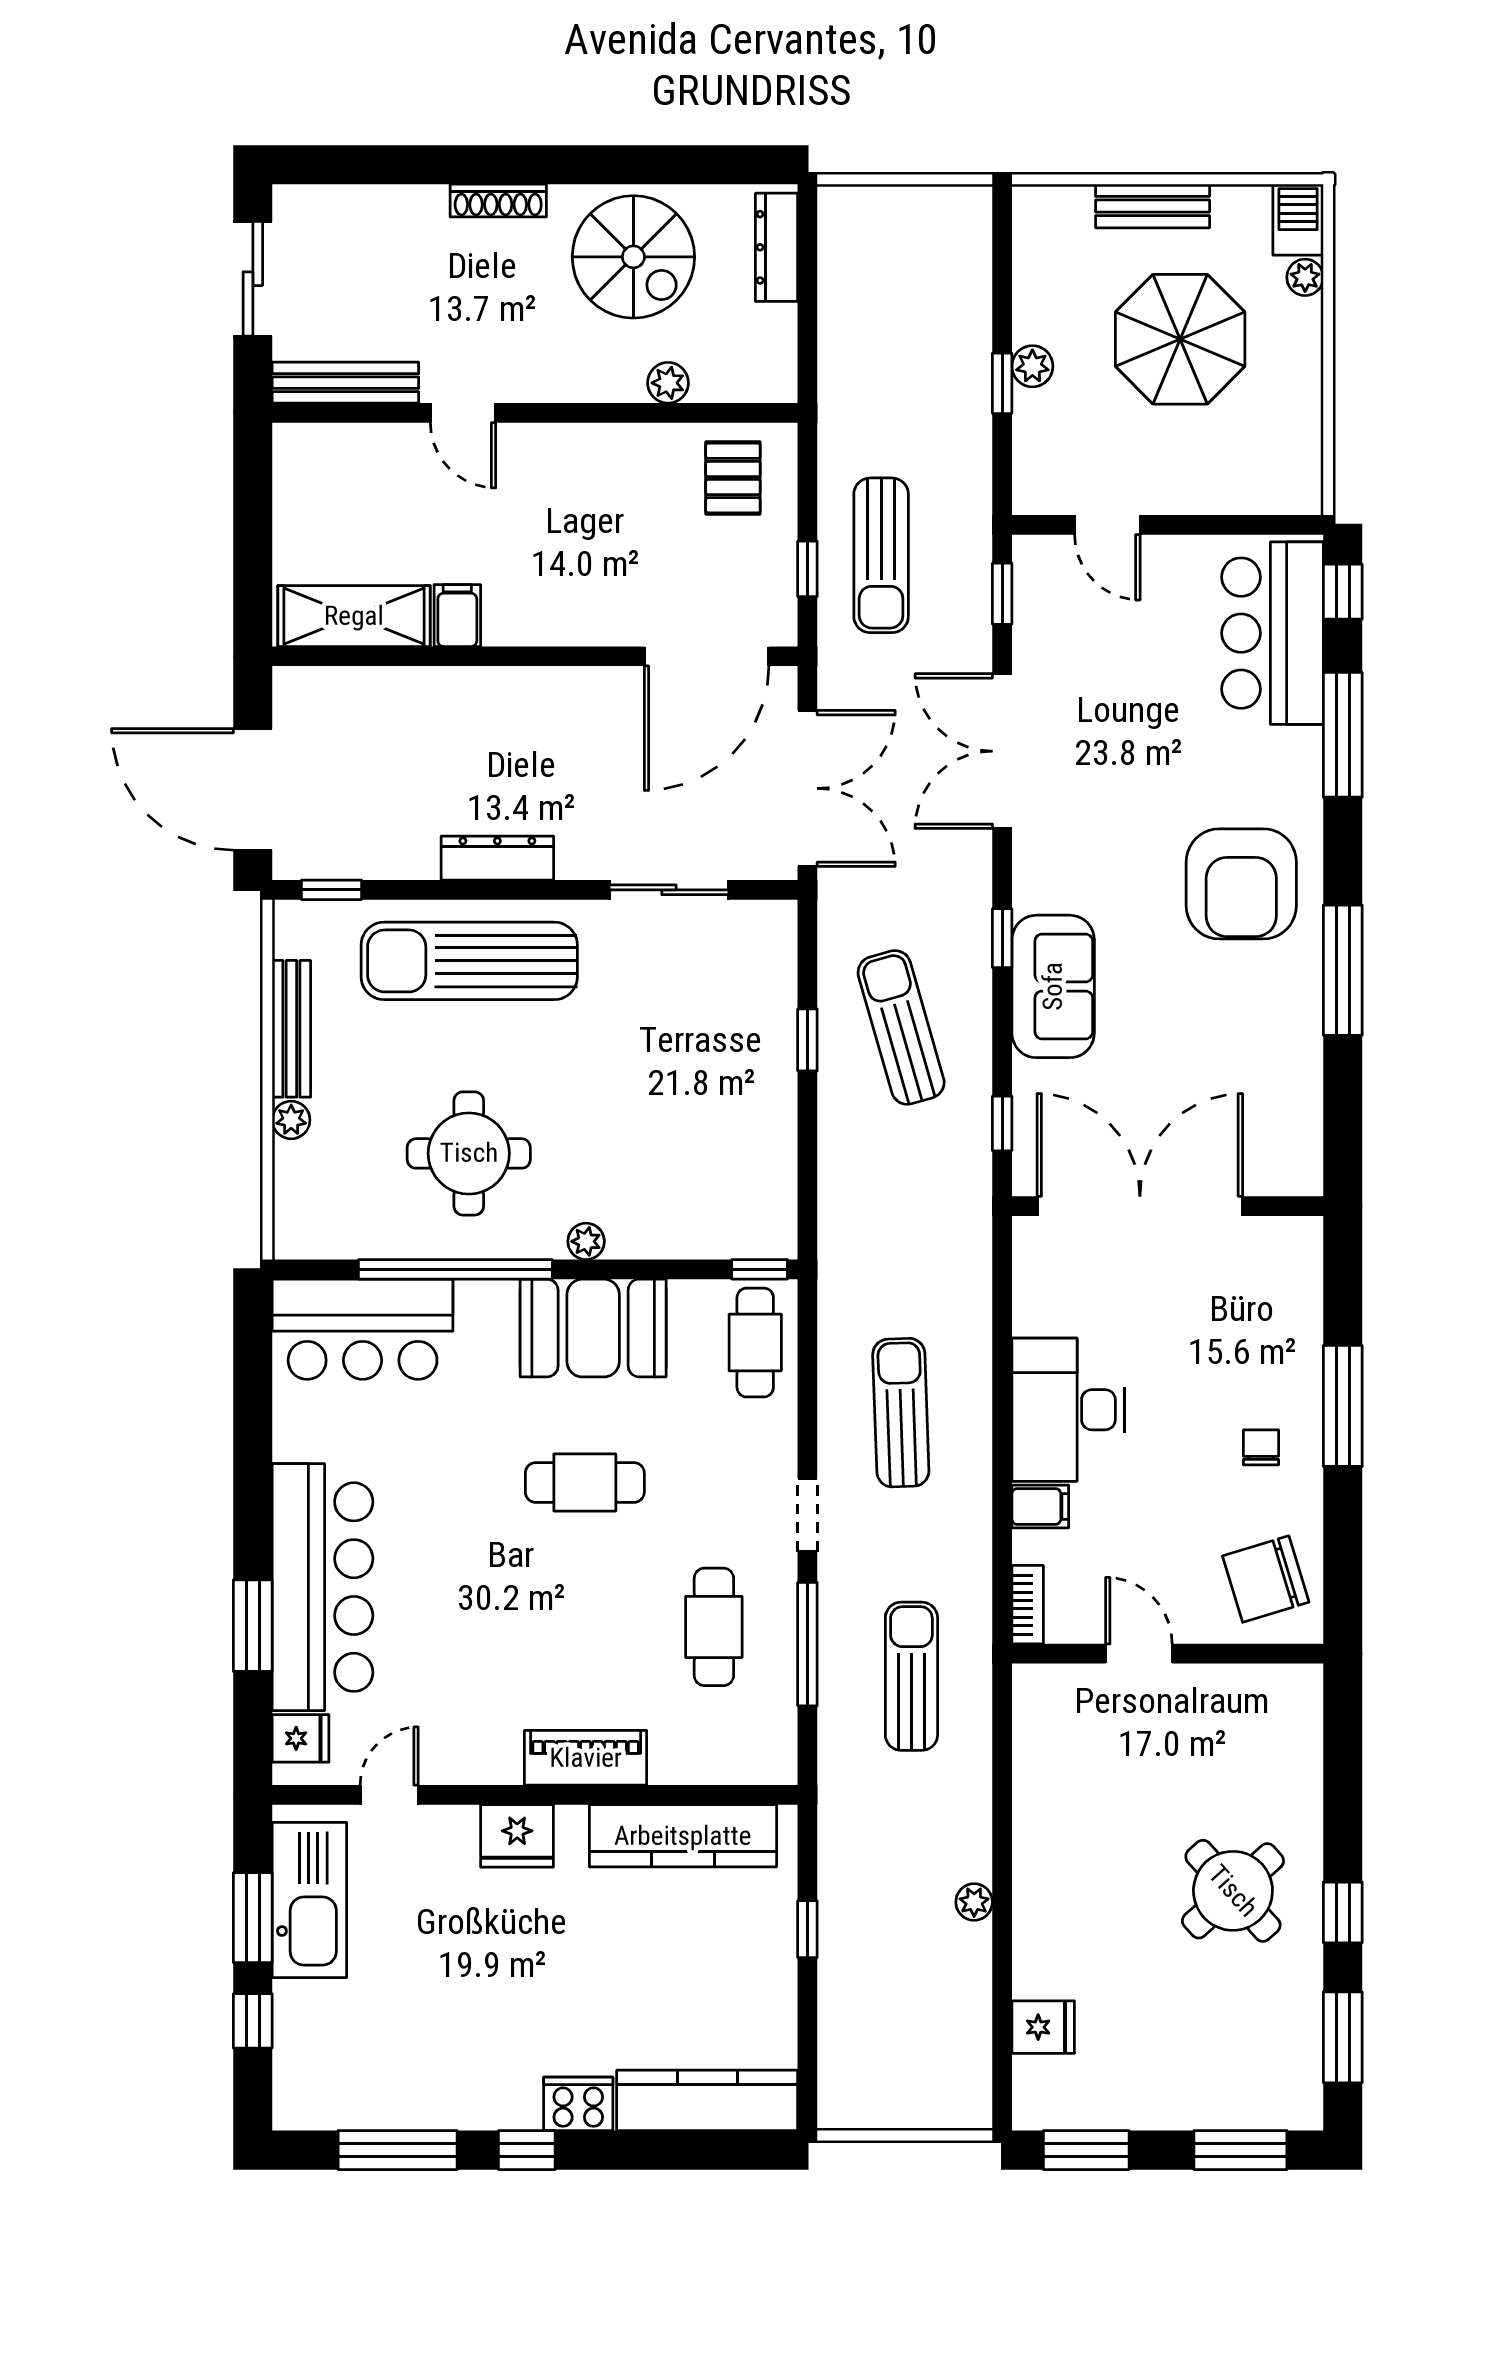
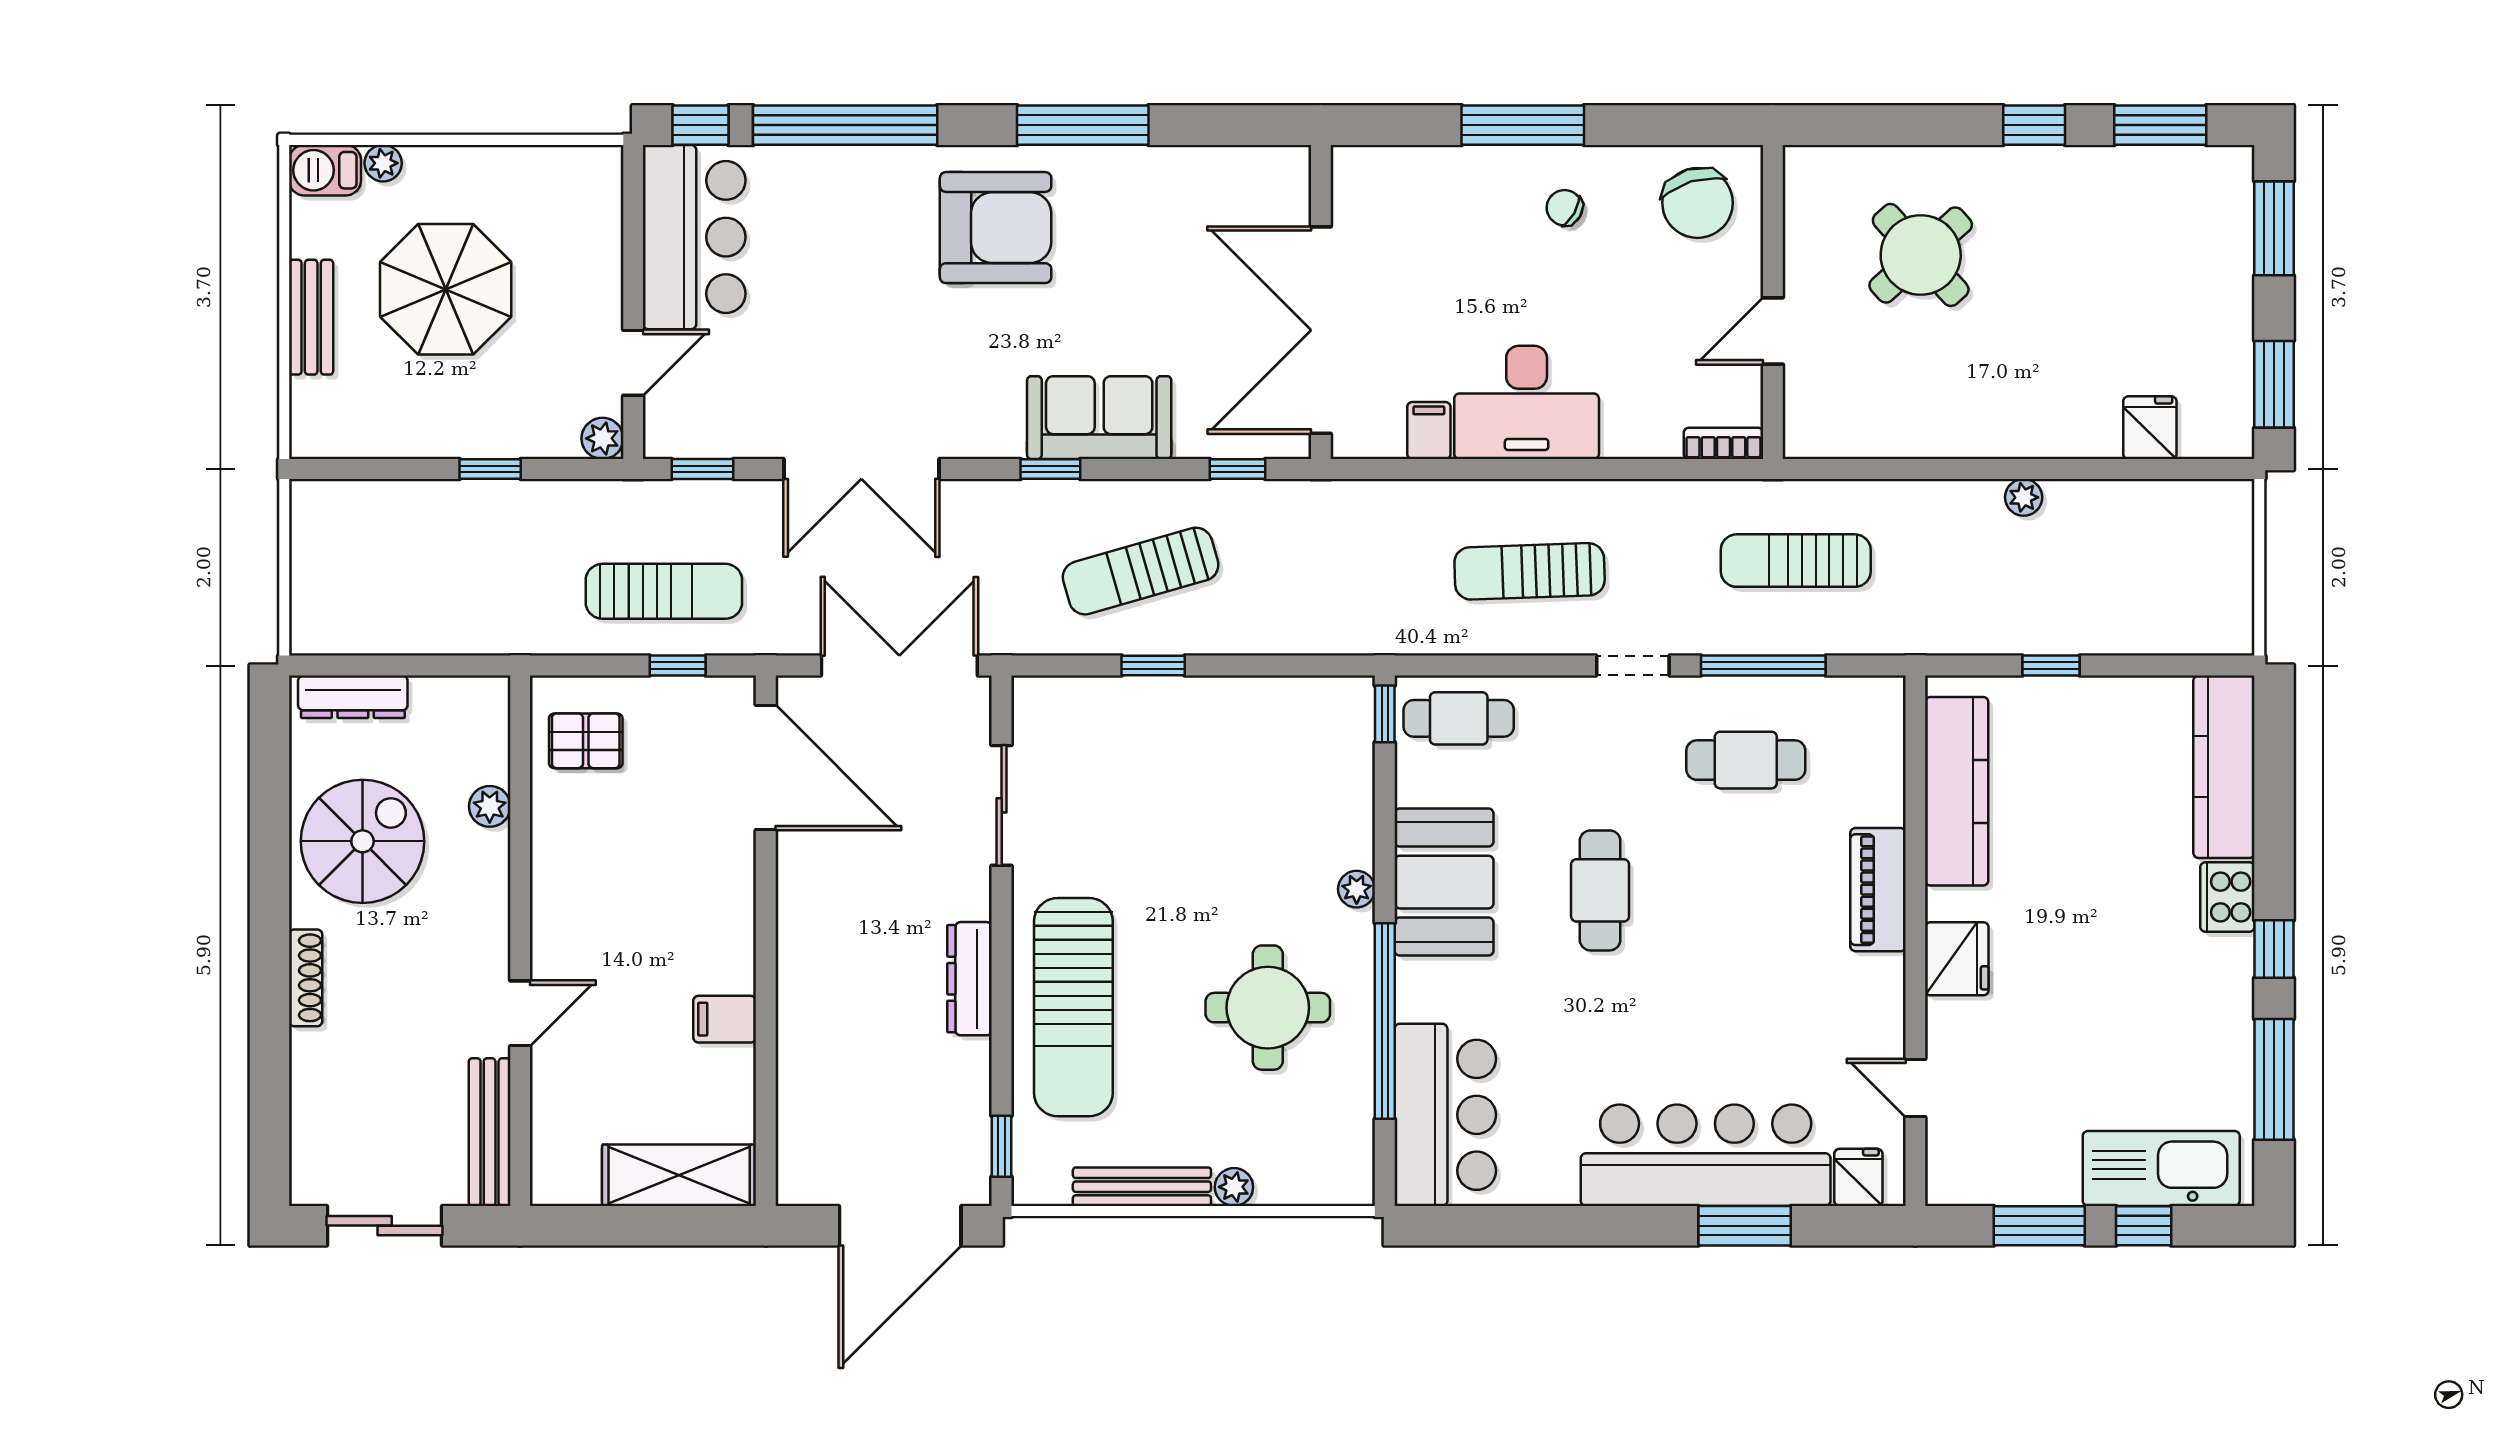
plant: (1032, 366) -> (602, 438), moved
shelving: (354, 616) -> (679, 1175), moved, turned 90
bar counter: (1273, 633) -> (694, 237), moved, turned -90
window: (1343, 735) -> (845, 125), width x1.46
chair: (1261, 1447) -> (1565, 208), turned 30
filing cabinet: (1040, 1506) -> (1429, 430), moved
round table: (1233, 1891) -> (1921, 255), moved
kitchen sink: (309, 1900) -> (2161, 1168), moved

